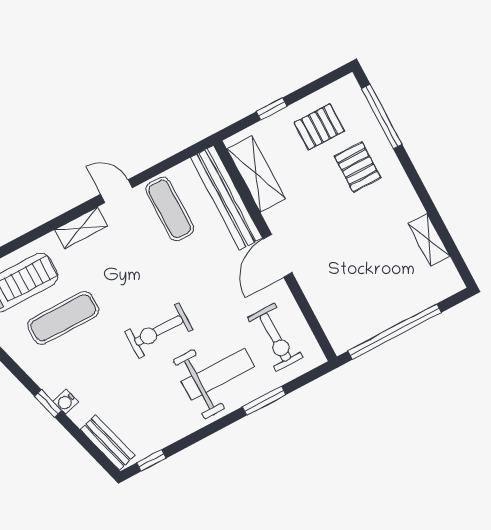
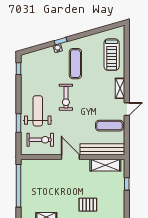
pallet: (319, 127) -> (111, 198), removed
exercise mat: (63, 318) -> (75, 64), moved
exercise bike: (159, 331) -> (66, 97), turned 180
exercise bike: (275, 337) -> (40, 140), turned 180
weight bench: (218, 374) -> (38, 111), turned 180
bench: (108, 442) -> (34, 56), removed

